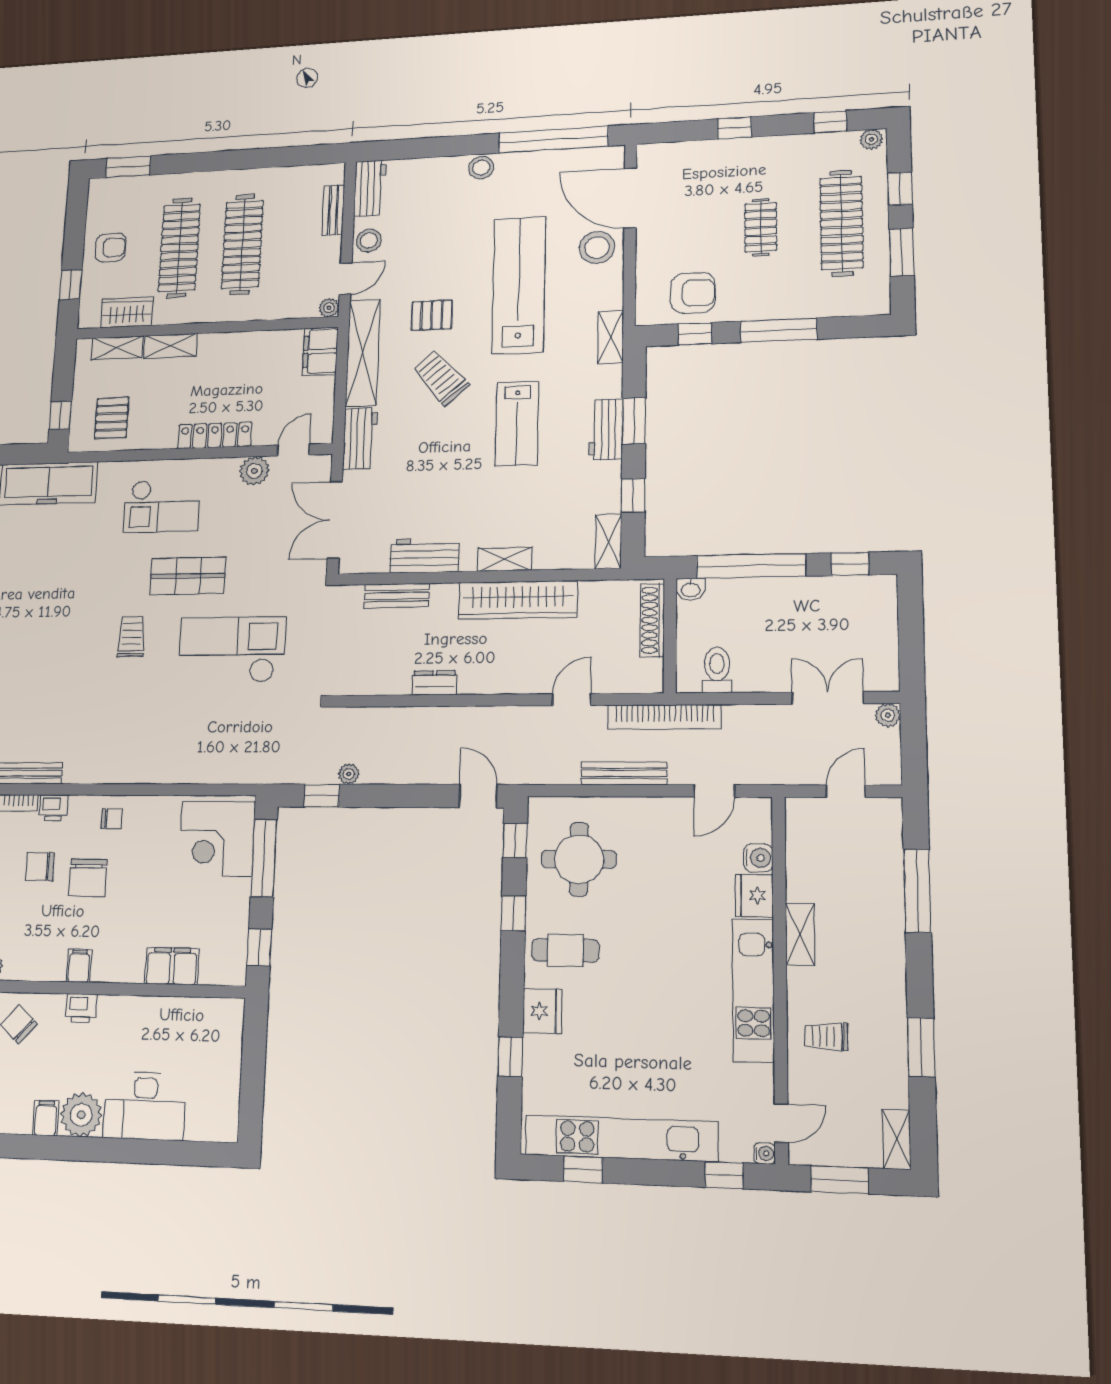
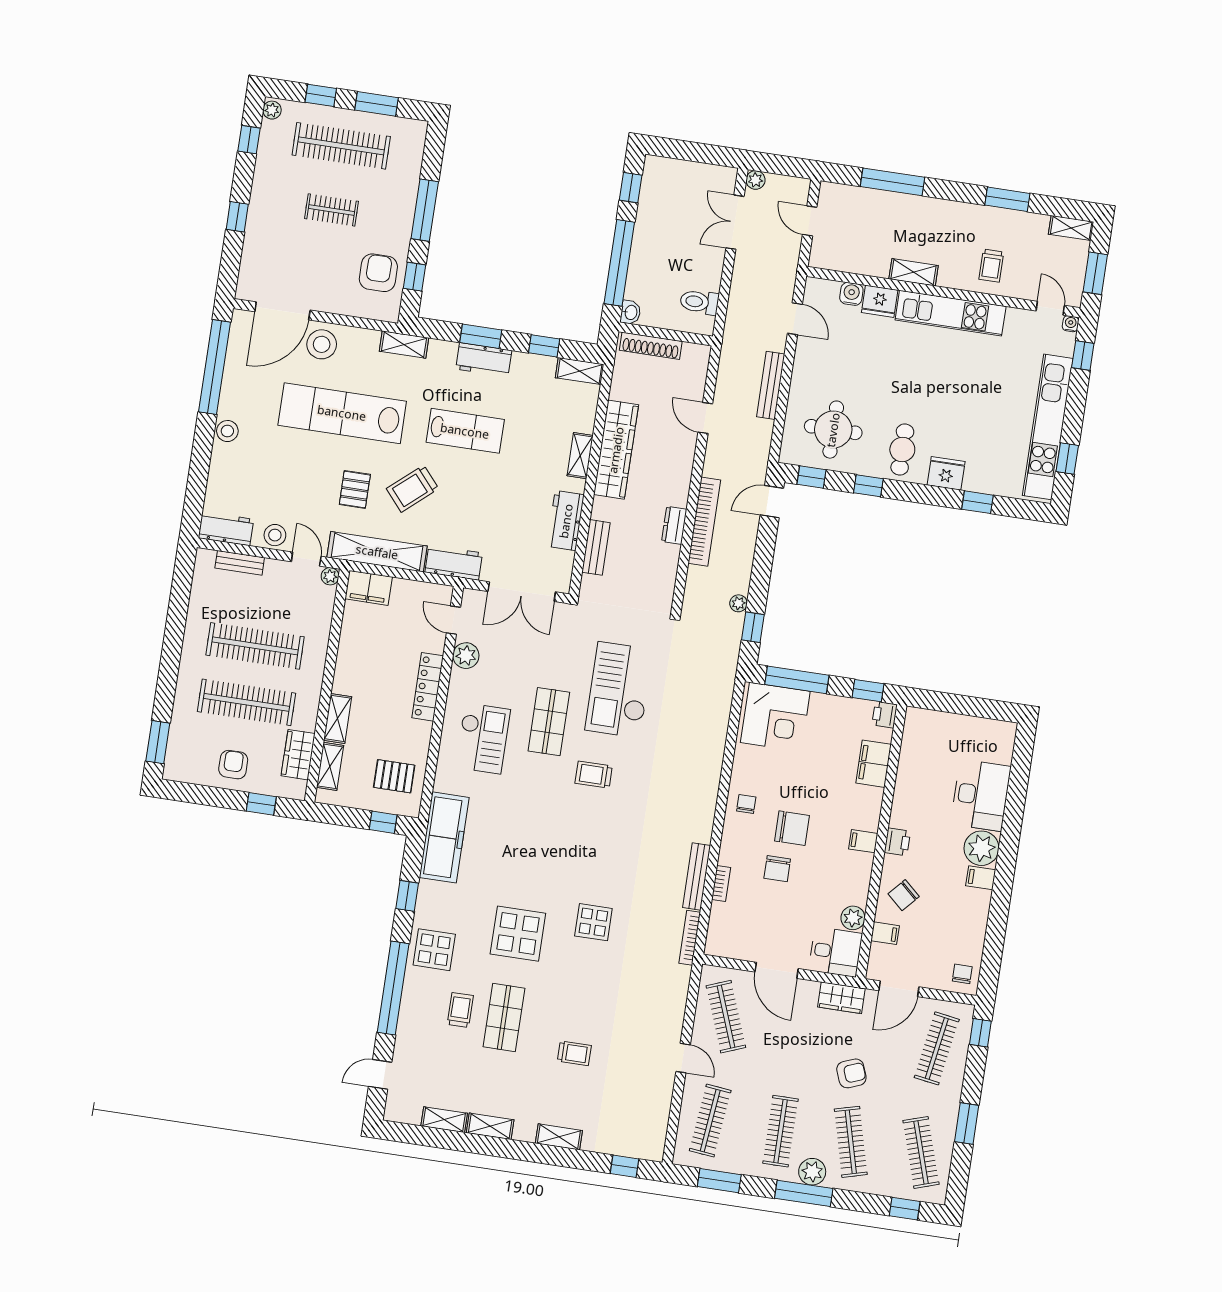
bookcase: (664, 717) -> (704, 522), moved
printer: (54, 808) -> (885, 715), moved, turned 180

